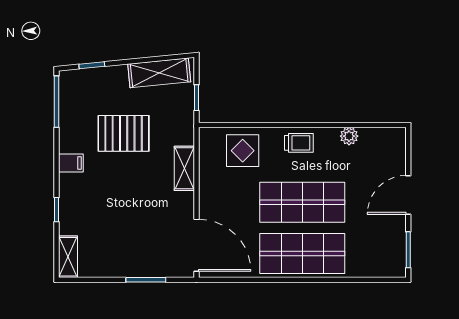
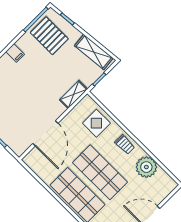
pallet: (124, 133) -> (49, 36), moved
plant: (349, 136) -> (146, 167), width x1.87, depth x1.87
shelving: (184, 168) -> (74, 94), moved
door: (196, 245) -> (45, 133), moved

